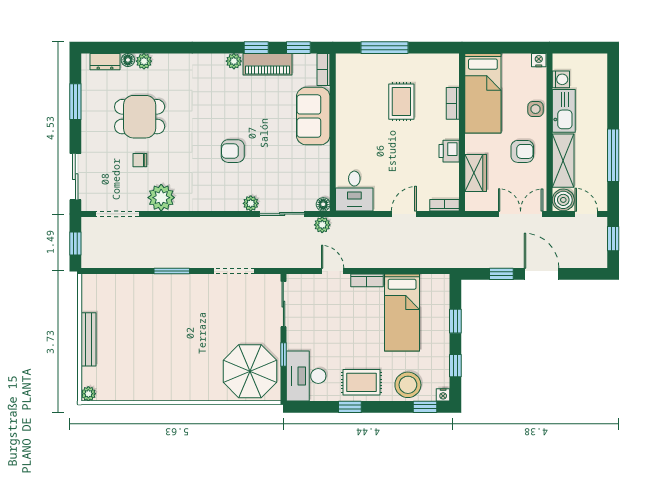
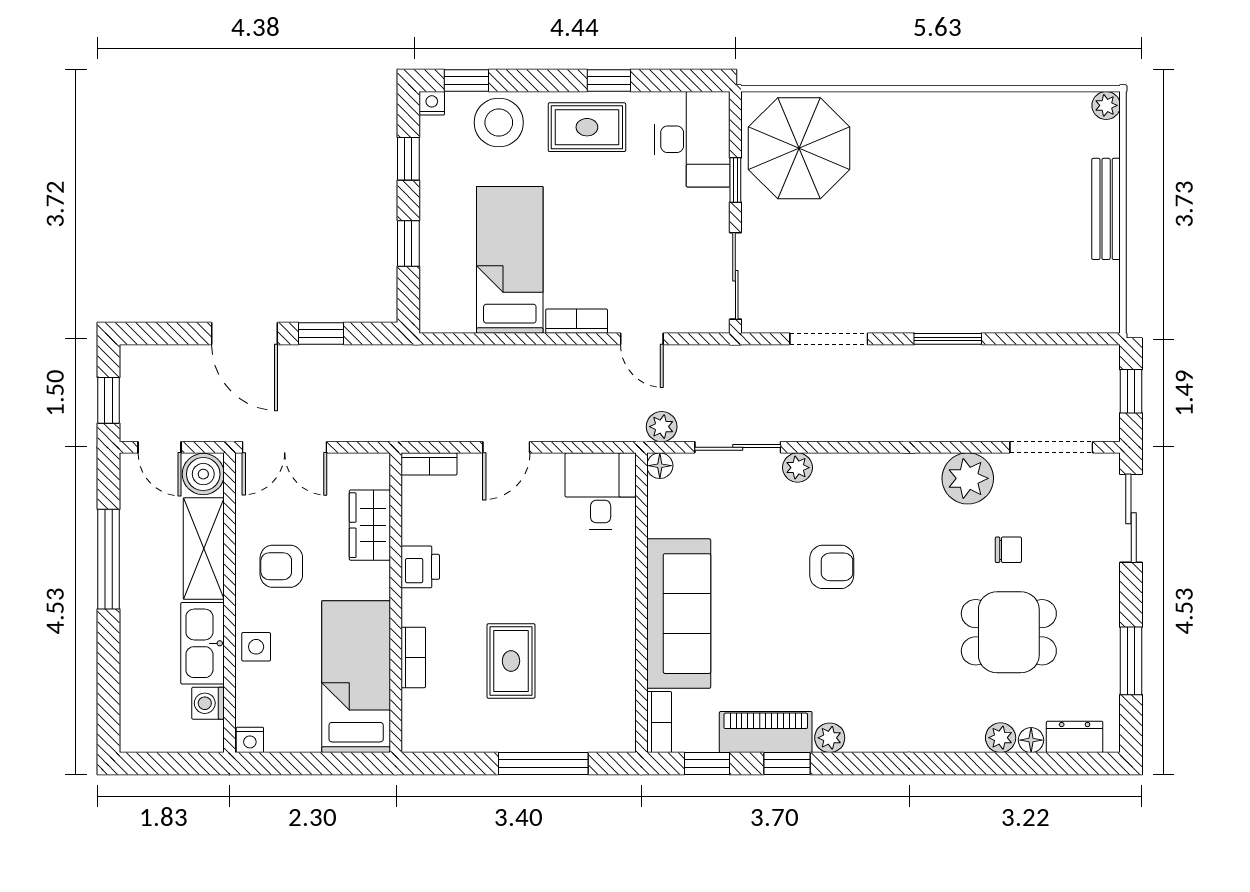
sofa: (313, 116) -> (679, 614), width x1.36

